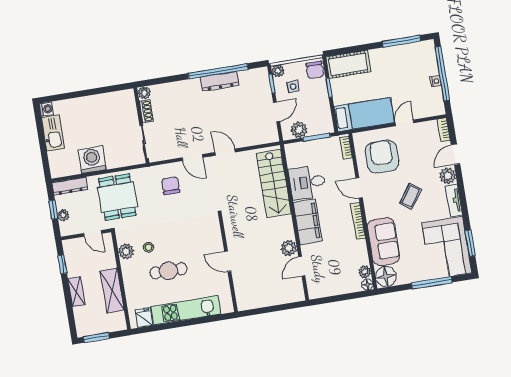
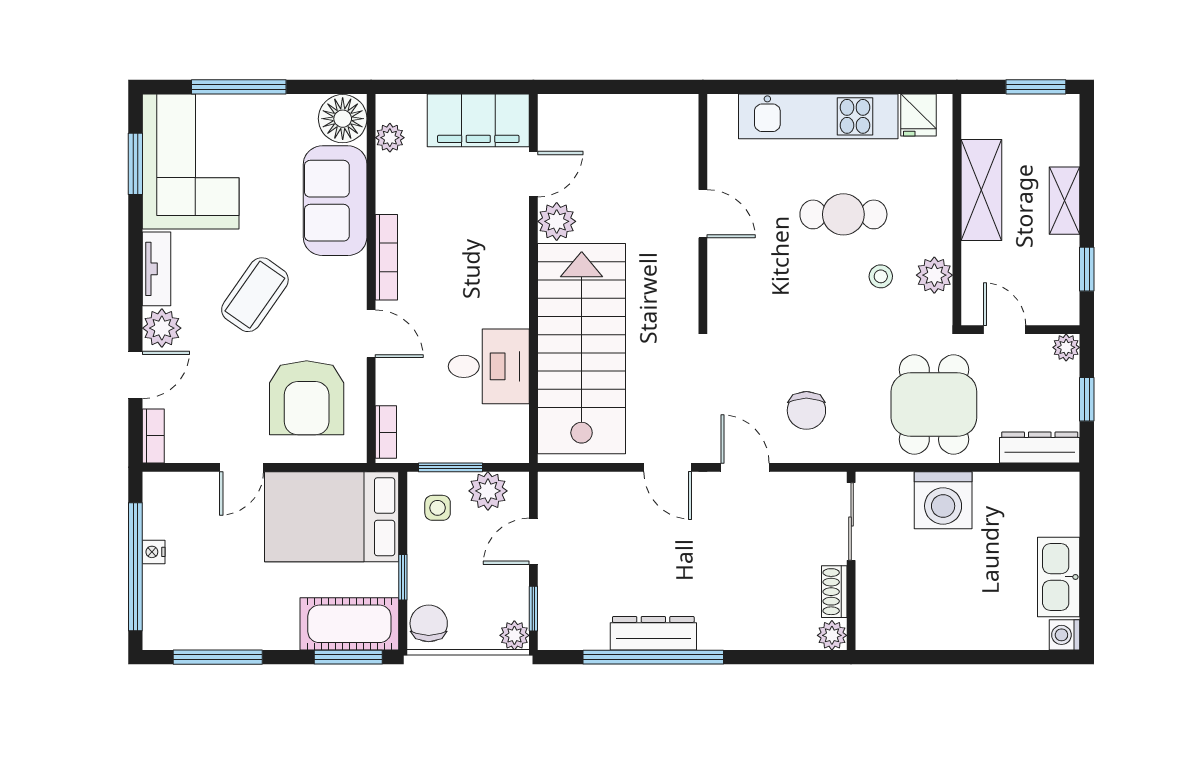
window: (346, 50) -> (348, 657), added
side table: (293, 87) -> (438, 508), moved
bed: (364, 115) -> (332, 517), width x1.50
washing machine: (92, 160) -> (943, 500), moved
stairs: (274, 183) -> (582, 349), width x1.36, depth x1.51
coffee table: (411, 196) -> (255, 295), width x1.36, depth x1.30
plant: (63, 215) -> (1066, 347), moved
filing cabinet: (308, 222) -> (478, 120), moved, turned -90
floor lamp: (367, 285) -> (389, 107), removed

